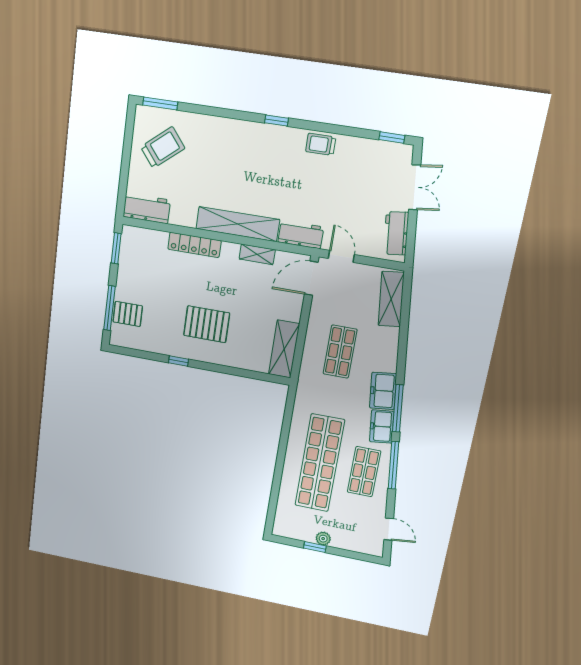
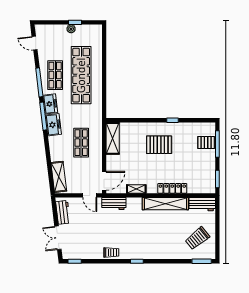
shelving: (238, 224) -> (165, 204), moved

